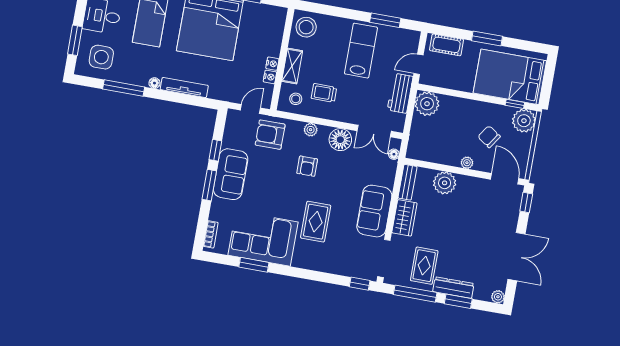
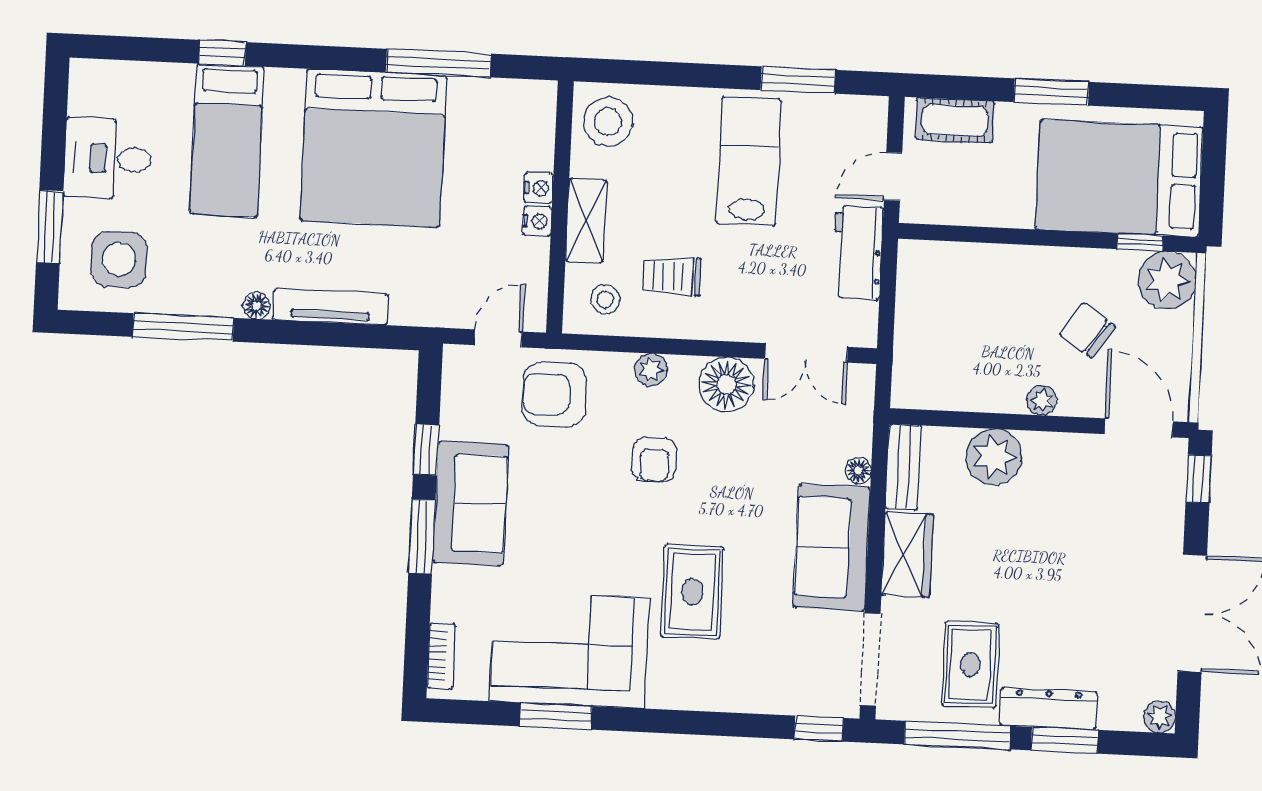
nightstand: (270, 77) -> (539, 188), moved
plant: (427, 104) -> (926, 270), removed
floor lamp: (394, 154) -> (858, 471), moved

